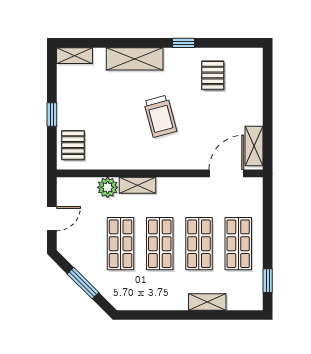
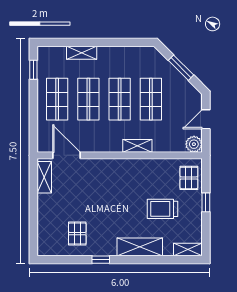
trolley: (160, 116) -> (162, 209), moved, turned -75
door: (226, 173) -> (66, 155), swing flipped
plant: (108, 187) -> (194, 144), moved

